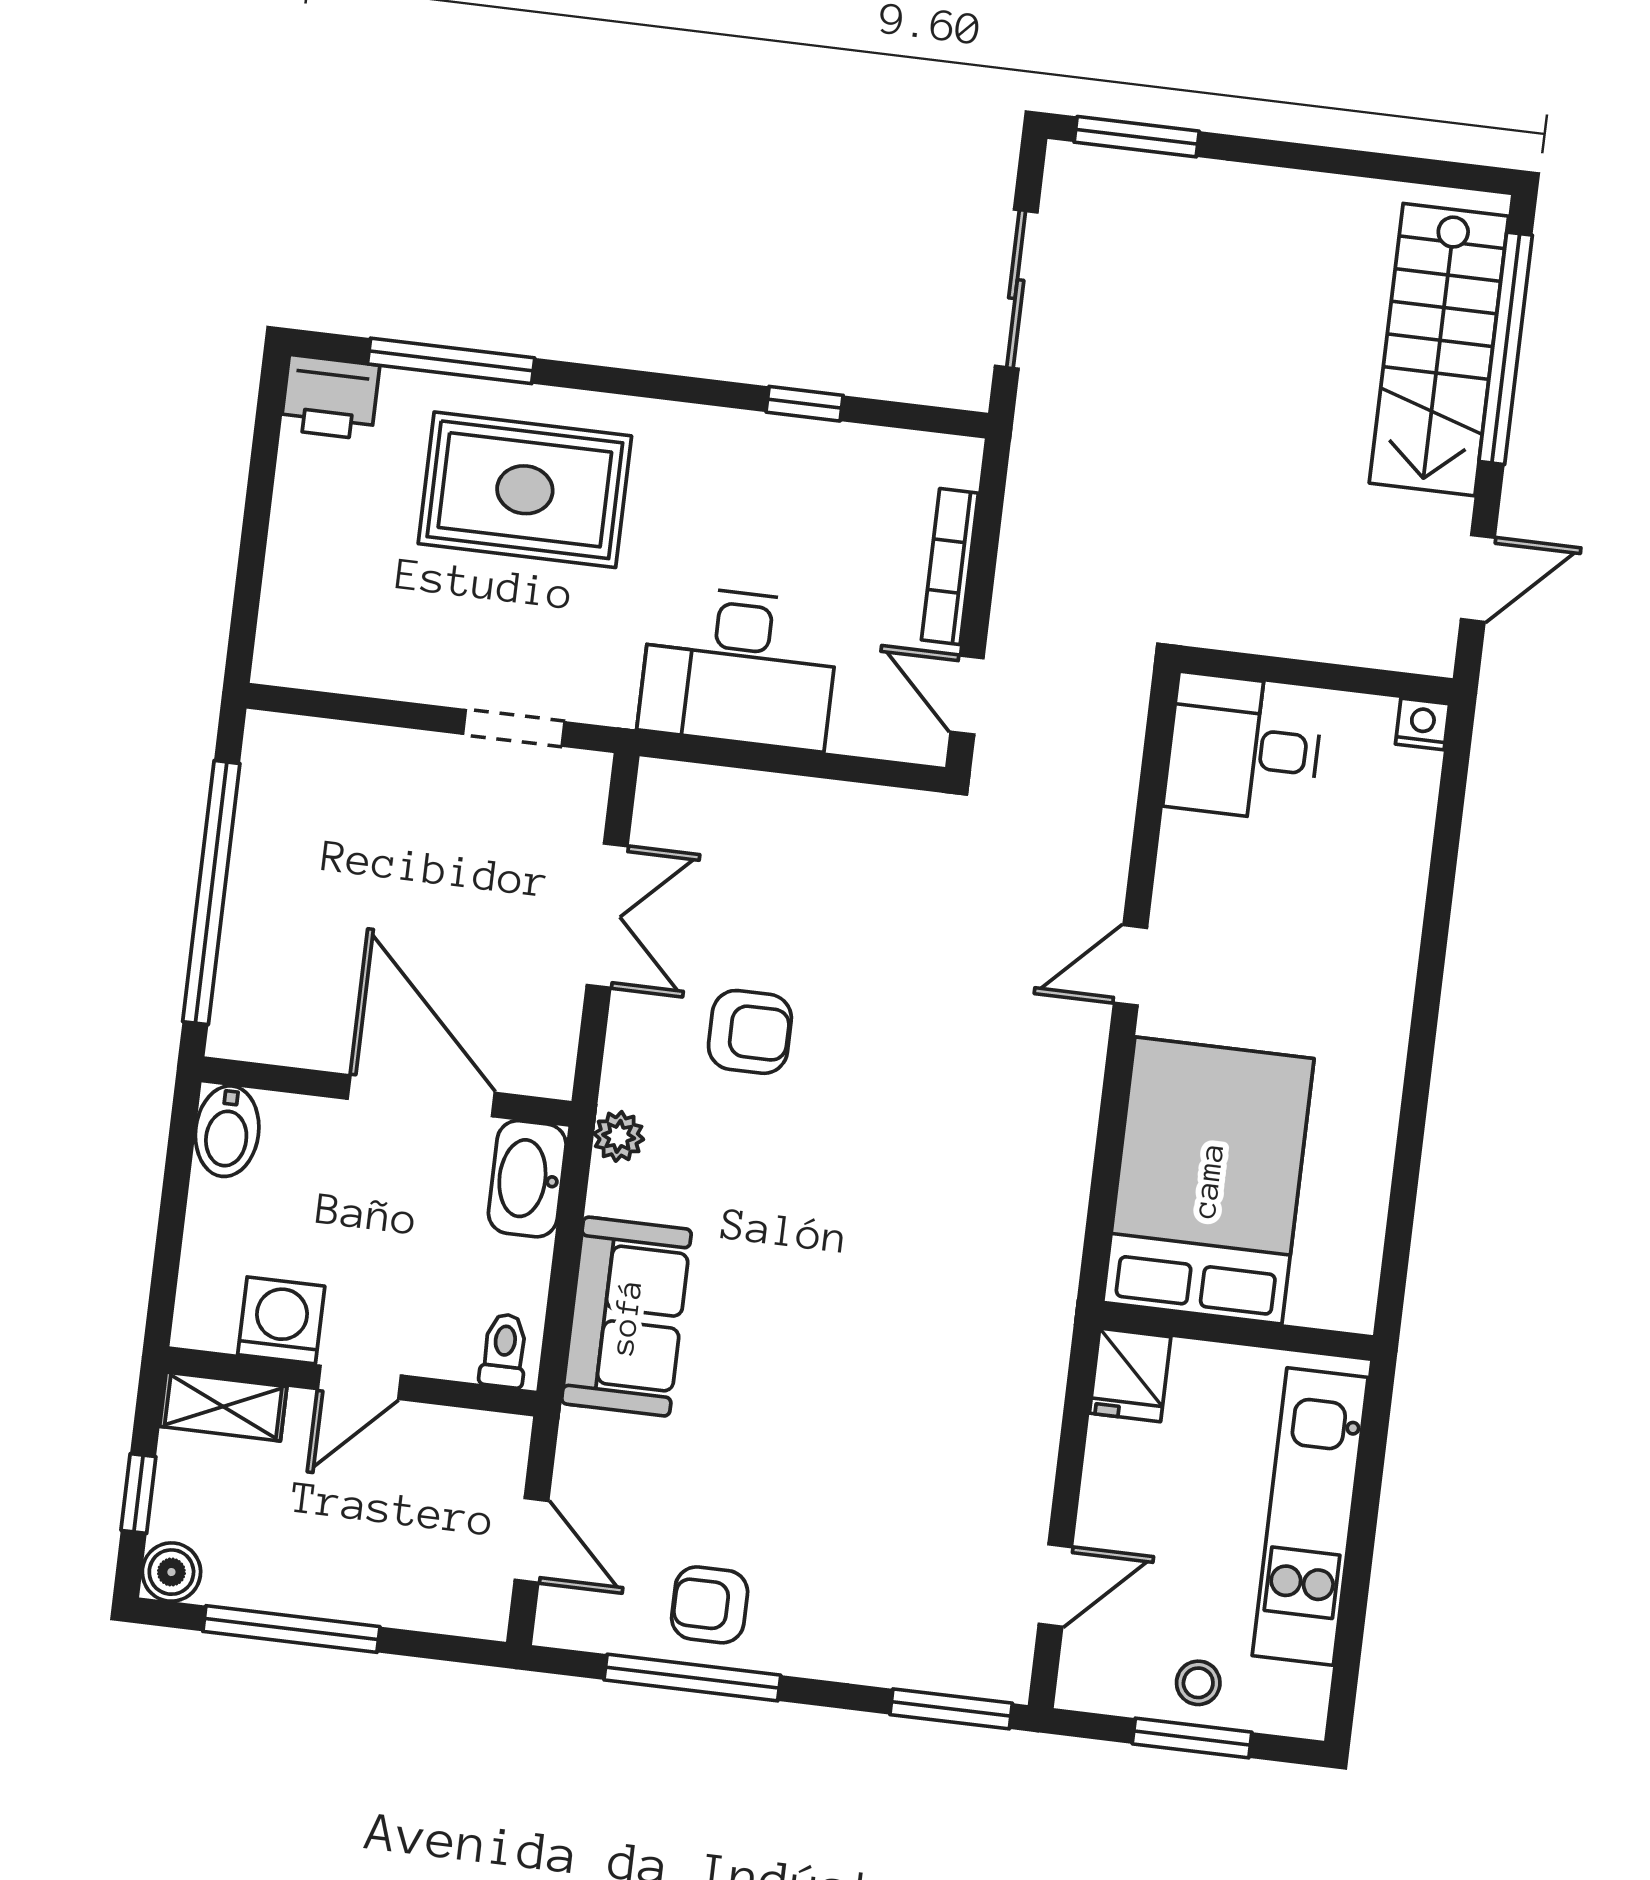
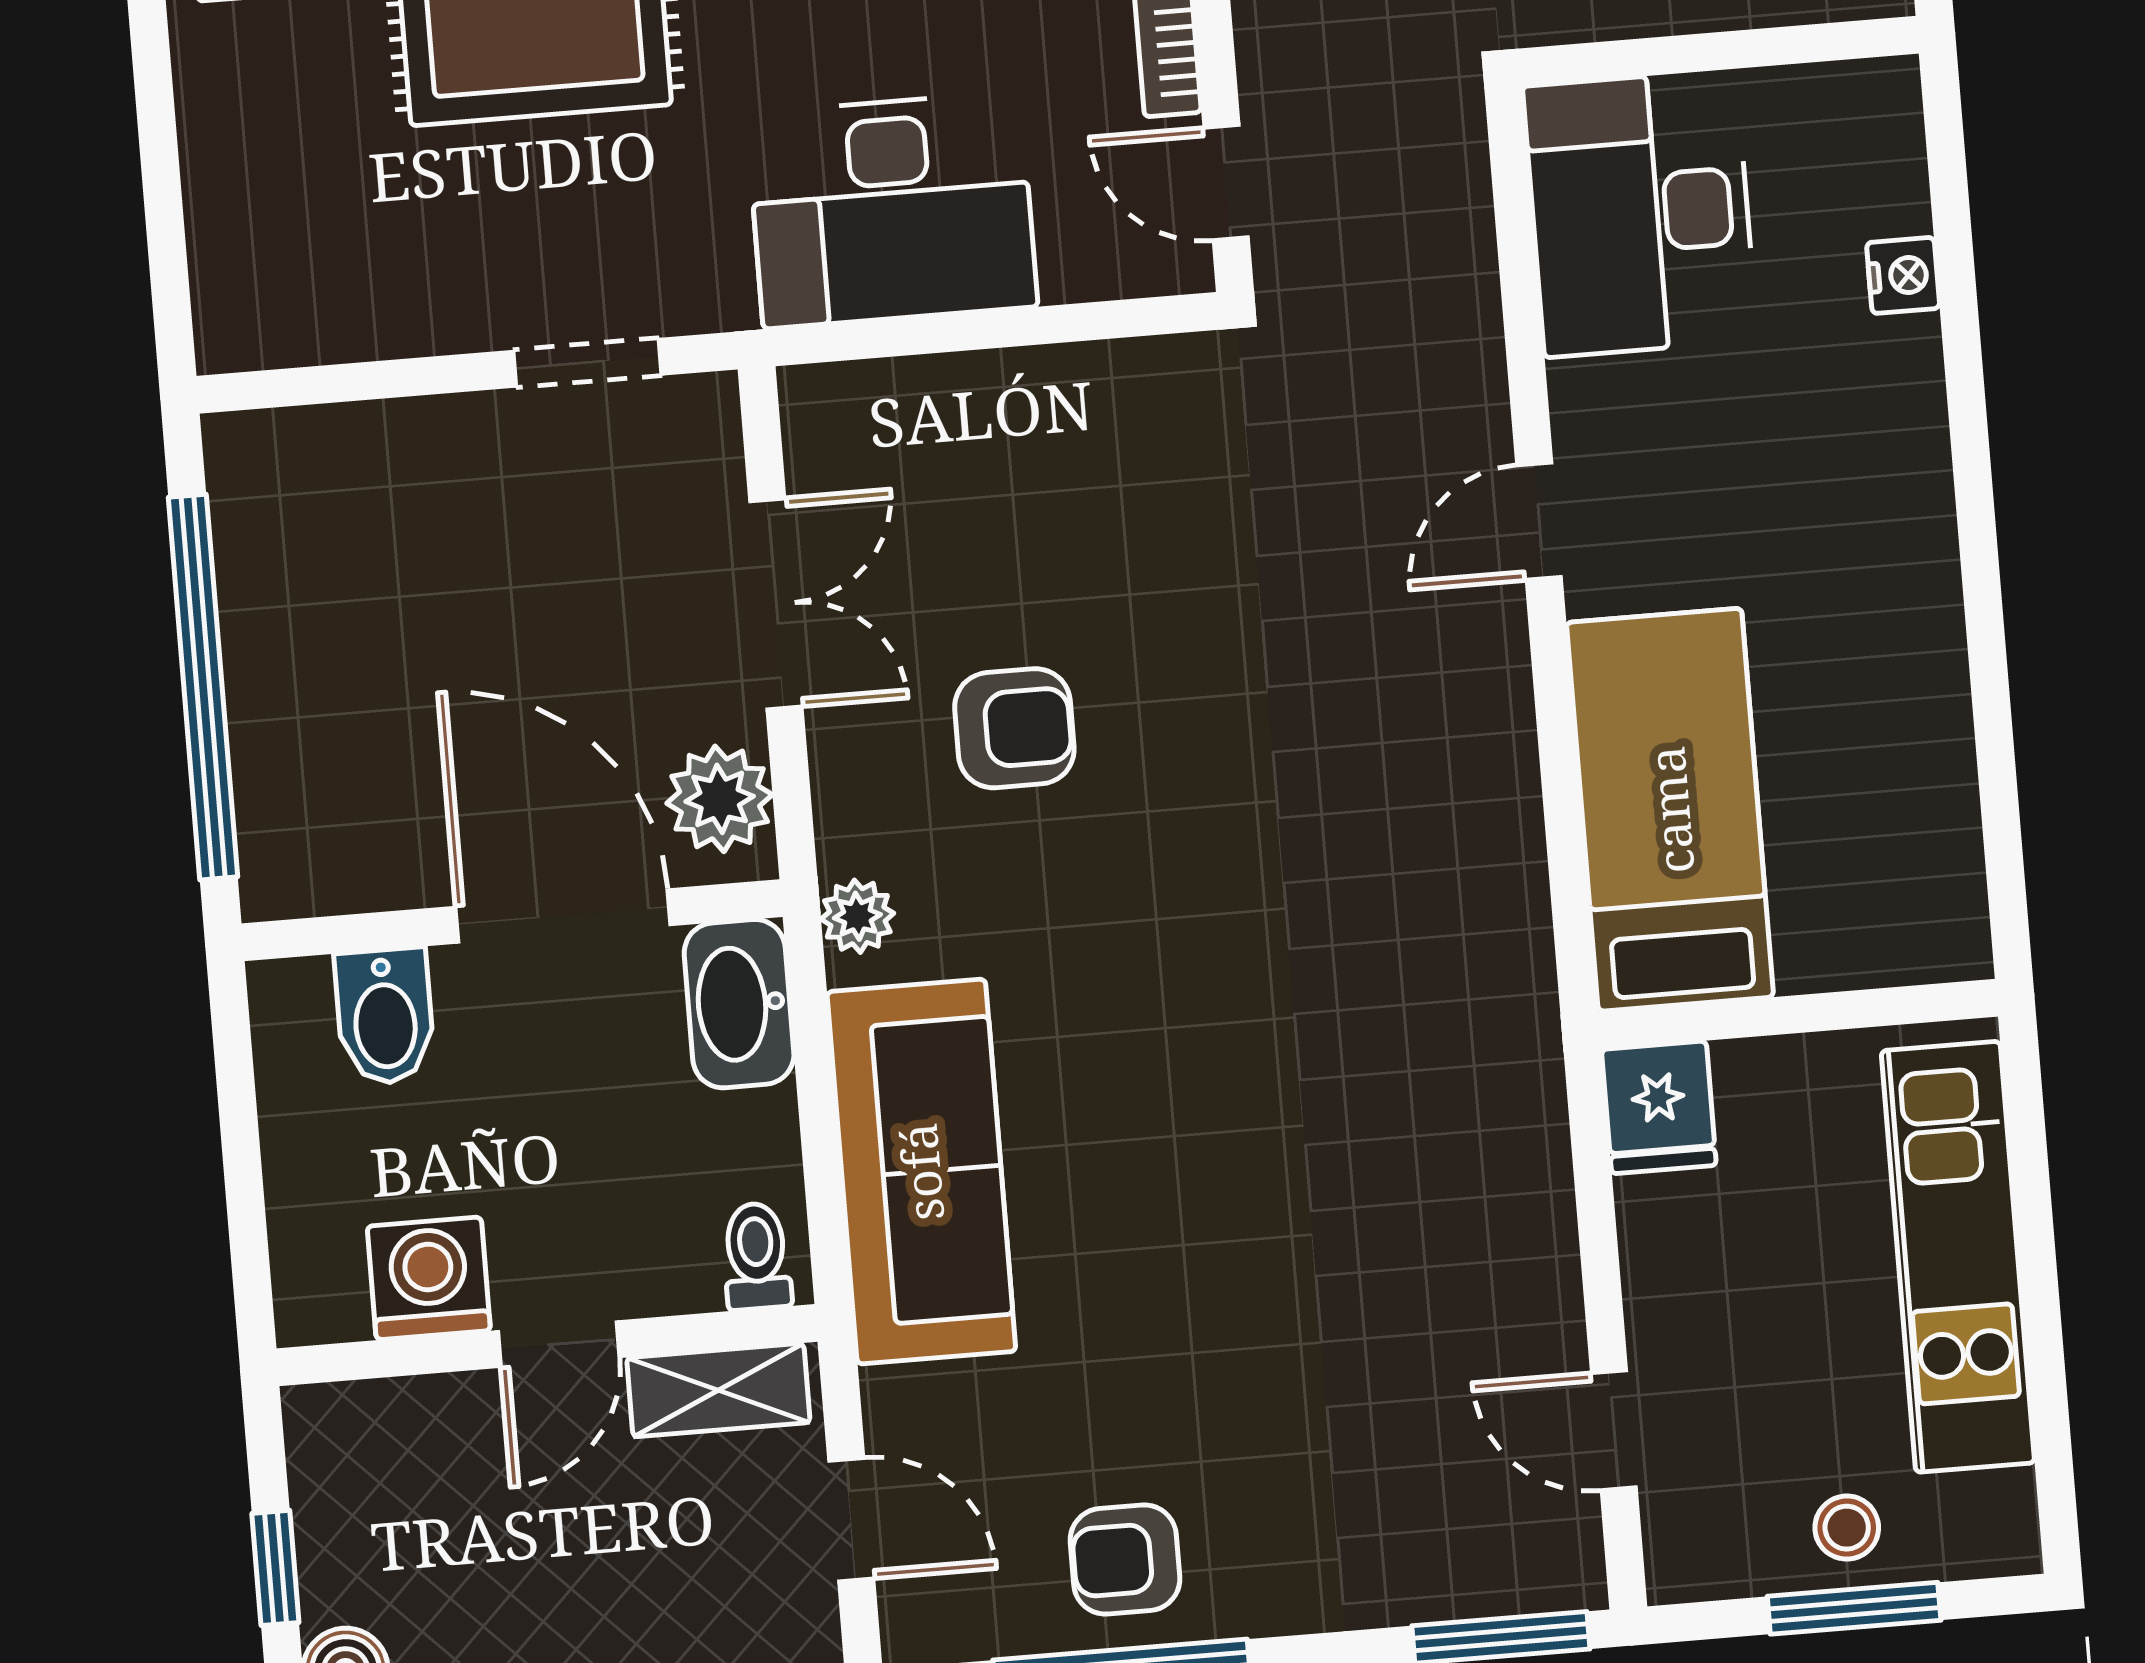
nightstand: (1422, 724) -> (1903, 275), moved, turned 90
desk: (1244, 748) -> (1640, 213), width x1.37
plant: (542, 1039) -> (720, 799), added
bidet: (227, 1131) -> (385, 1016), moved
bed: (1208, 1180) -> (1670, 810), width x0.67
sofa: (626, 1317) -> (921, 1172), width x1.36
shelving: (223, 1407) -> (718, 1390), moved
door: (1055, 1586) -> (1614, 1430), swing flipped

